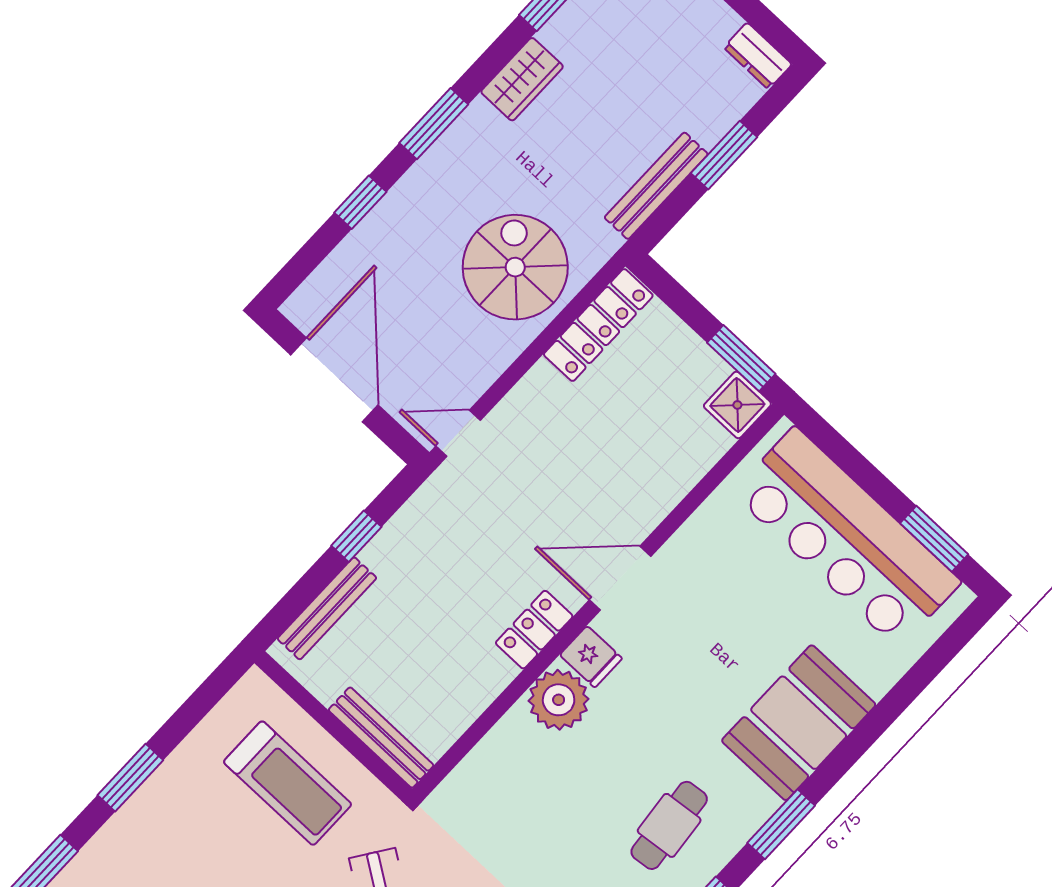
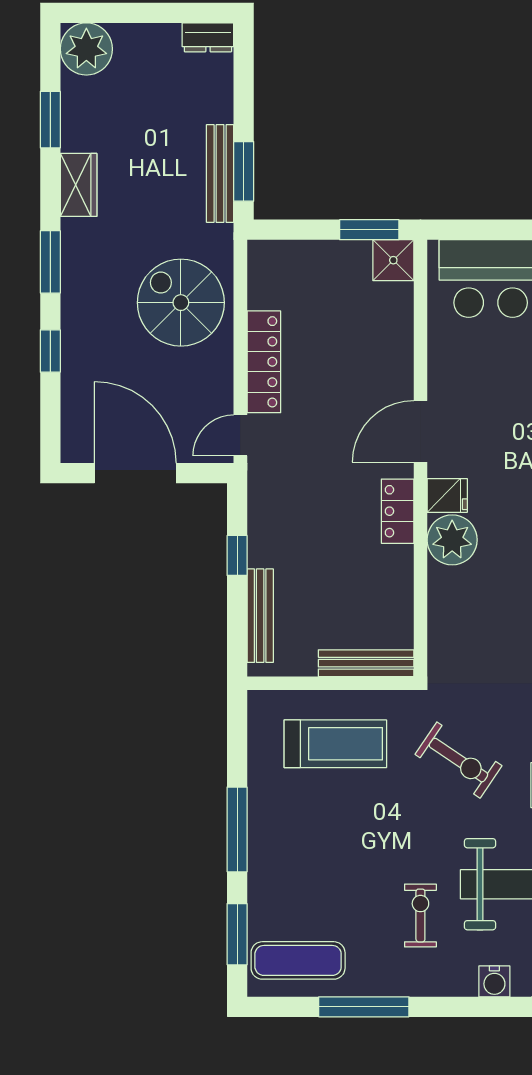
window: (724, 155) -> (244, 171), moved
locker: (598, 325) -> (264, 362), moved
window: (130, 778) -> (237, 829), width x1.44

